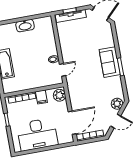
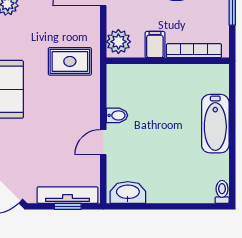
washbasin: (25, 26) -> (128, 192), moved
door: (63, 70) -> (103, 142), moved
rug: (81, 81) -> (70, 61), added

